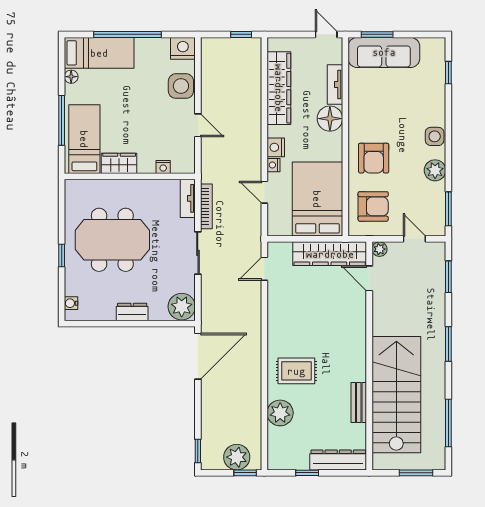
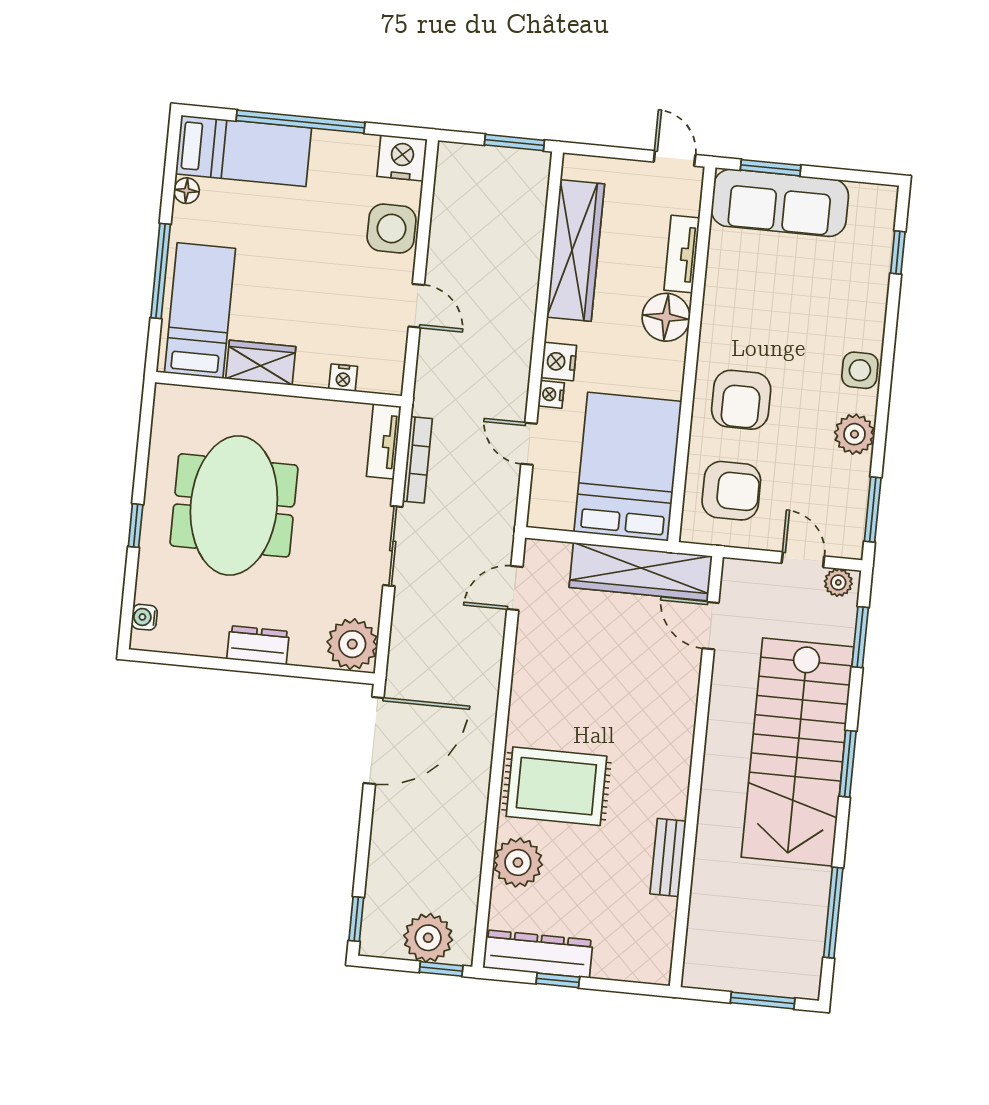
window: (241, 34) -> (514, 143), width x1.50
meeting table: (112, 240) -> (234, 505), turned 90
plant: (379, 249) -> (838, 582), moved
rug: (296, 371) -> (556, 786), width x1.36, depth x1.43
stairs: (396, 395) -> (797, 752), moved, turned 180
dresser: (338, 460) -> (538, 954), moved

